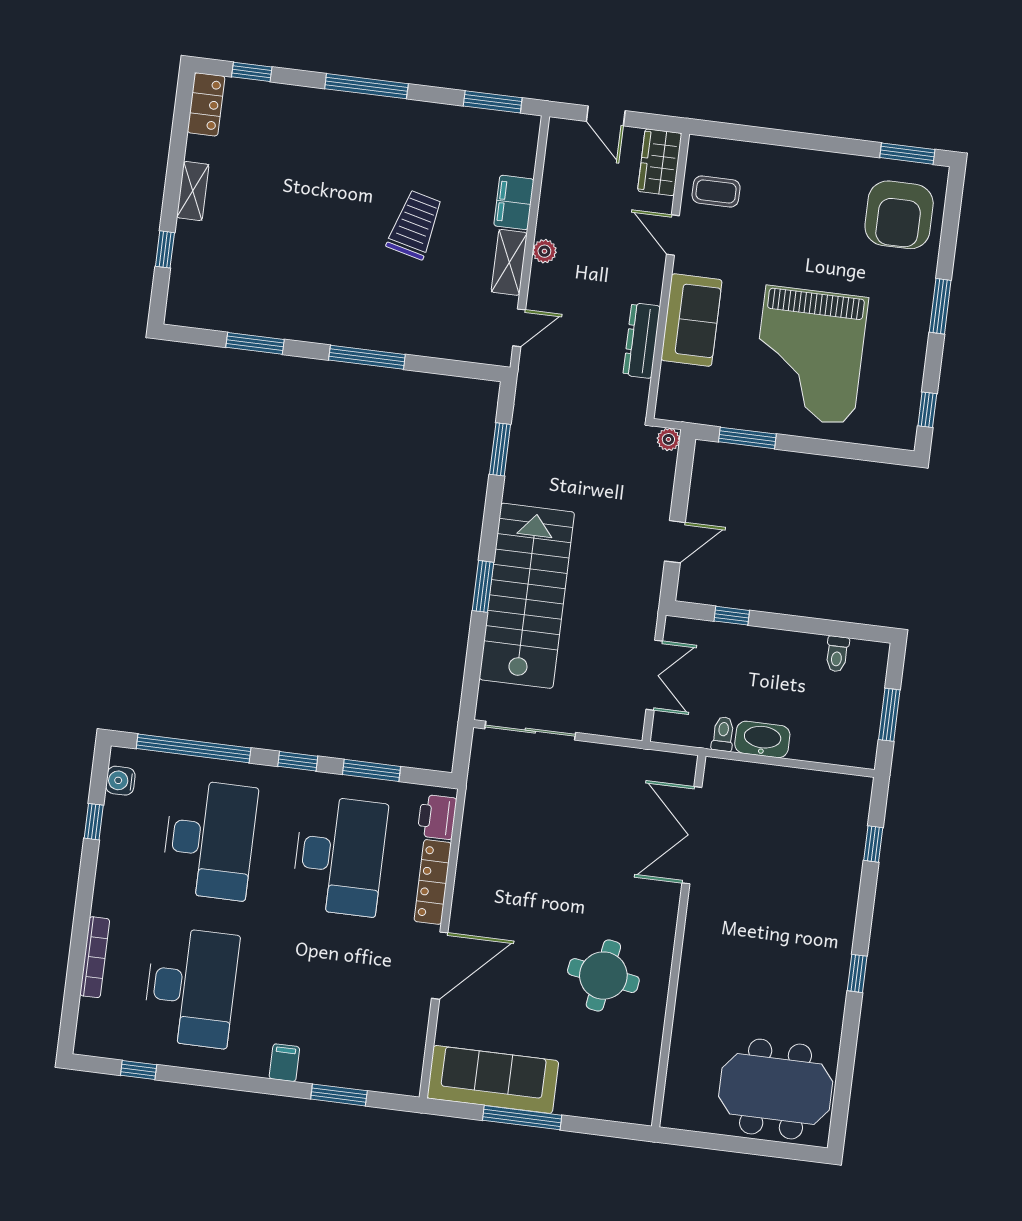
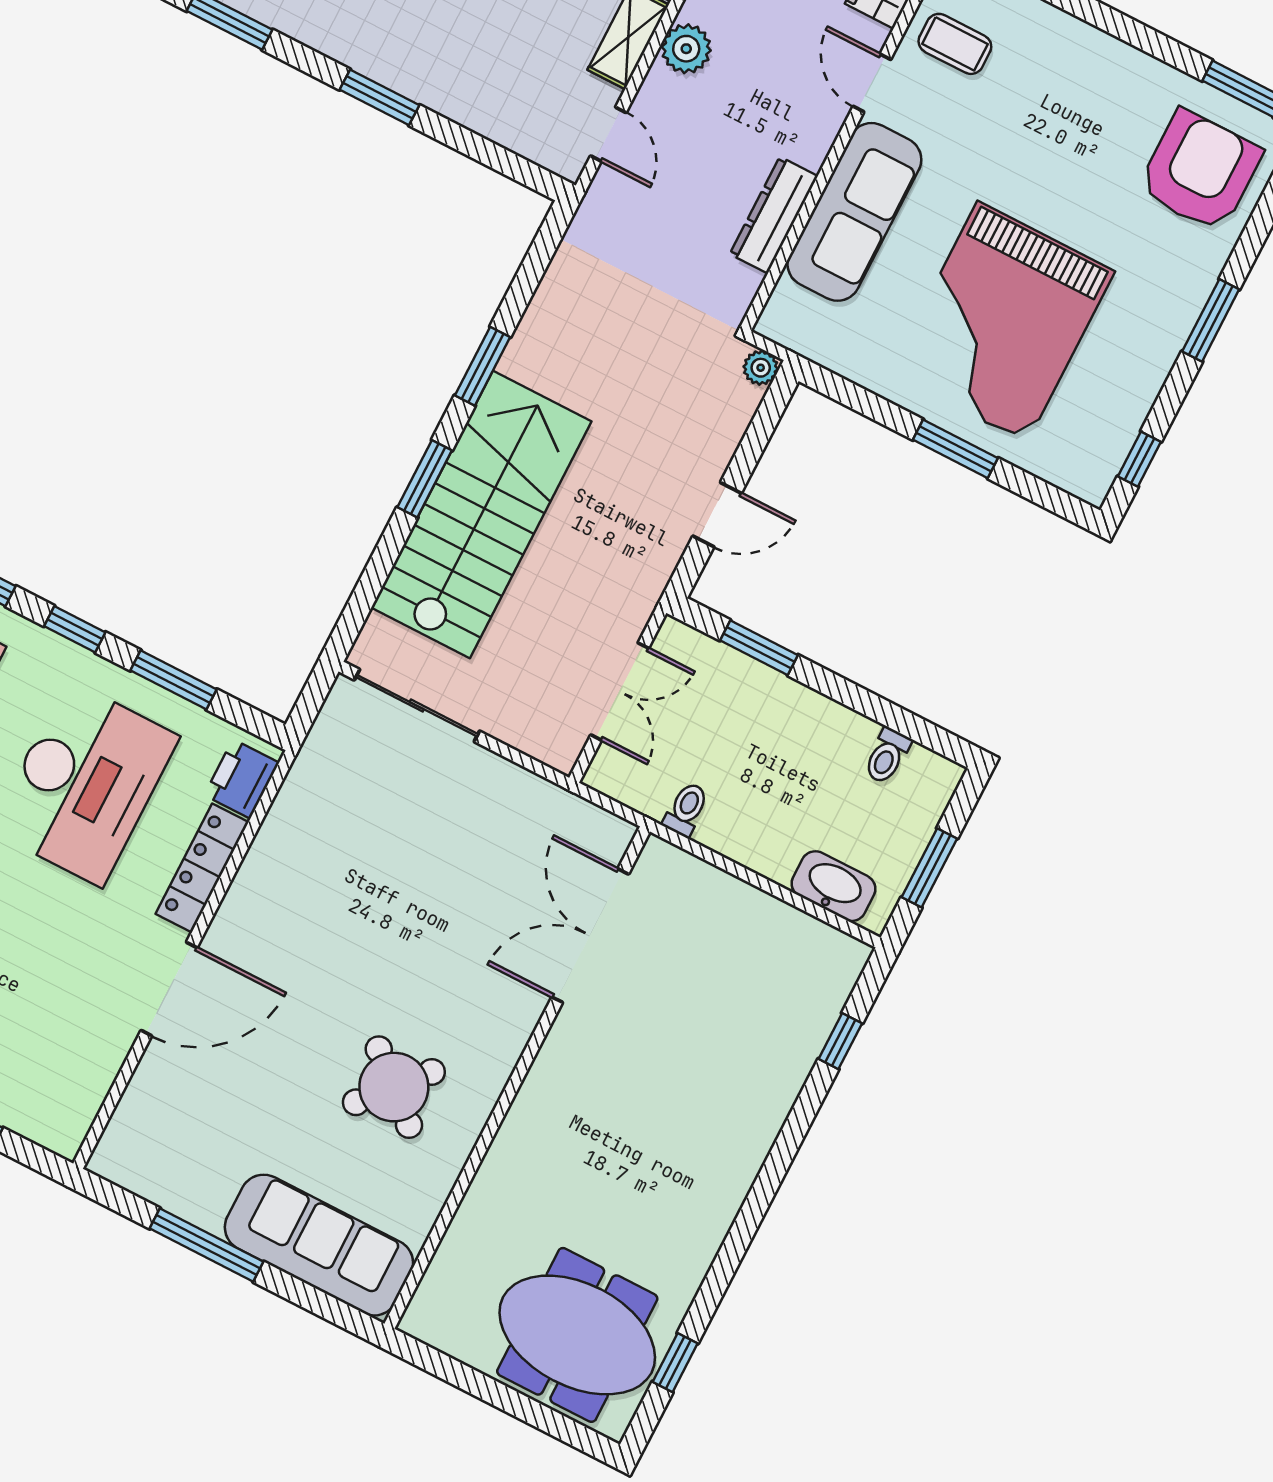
armchair: (899, 215) -> (1200, 171), turned 180
plant: (544, 251) -> (686, 49), width x1.38, depth x1.38
sofa: (692, 320) -> (854, 212), width x1.36
door: (519, 328) -> (608, 134), hinge flipped
window: (367, 357) -> (379, 97), width x0.69
window: (747, 438) -> (955, 449), moved
window: (500, 449) -> (483, 366), moved
window: (732, 616) -> (759, 648), width x1.50
washbasin: (762, 739) -> (834, 886), moved
window: (857, 973) -> (675, 1363), moved
round table: (603, 976) -> (394, 1087), turned 32
sofa: (493, 1079) -> (319, 1245), moved

